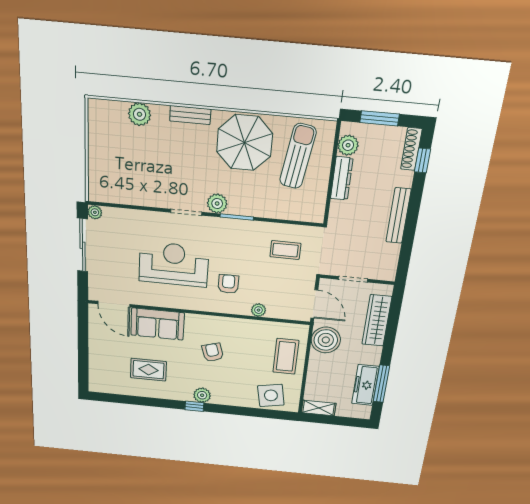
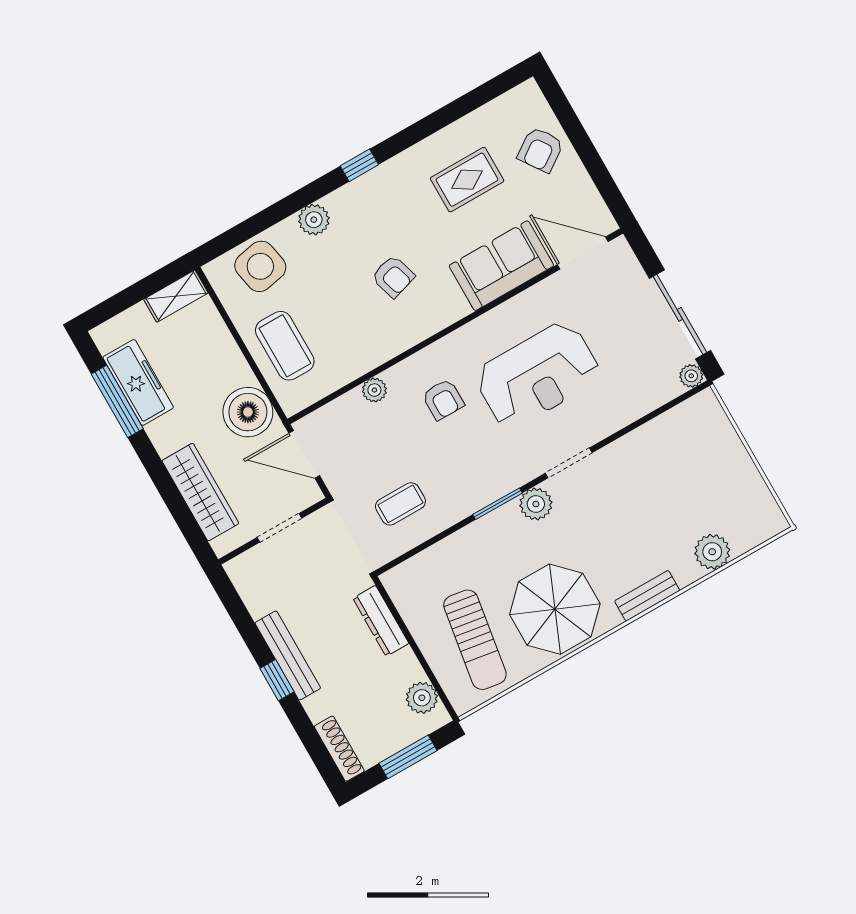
window: (423, 160) -> (277, 680), moved
dresser: (342, 178) -> (381, 621), moved
armchair: (105, 360) -> (540, 150), added
plant: (202, 395) -> (314, 220), moved

